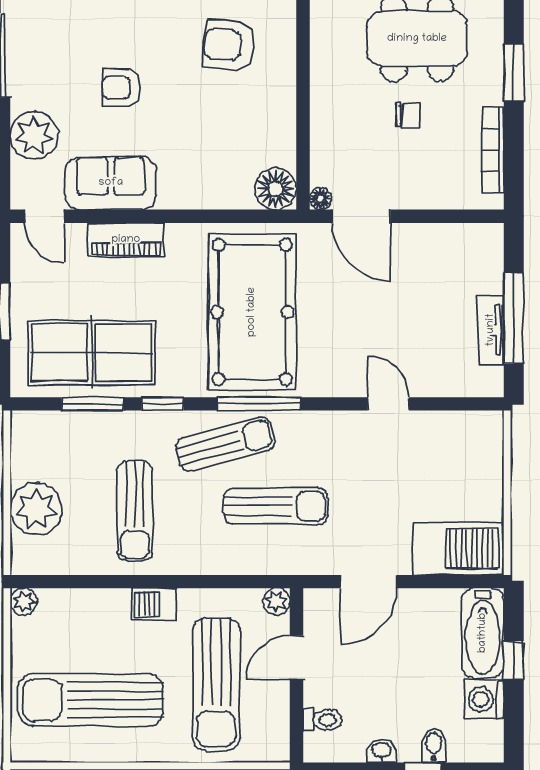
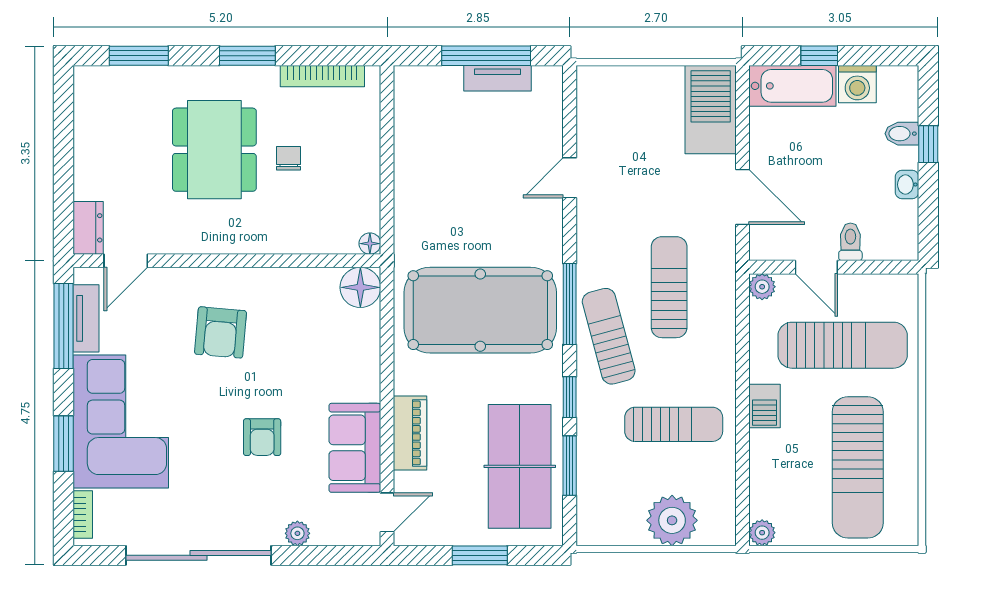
plant: (34, 135) -> (297, 533), width x0.53, depth x0.53
door: (362, 216) -> (387, 204), removed
toilet: (322, 720) -> (850, 242), moved

